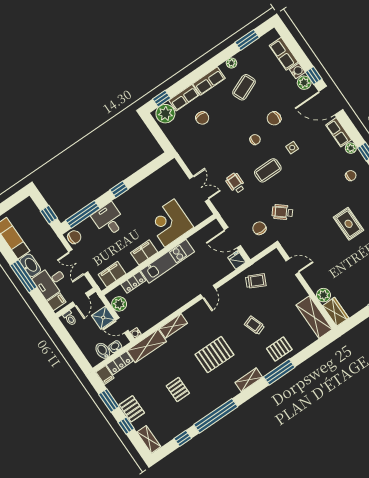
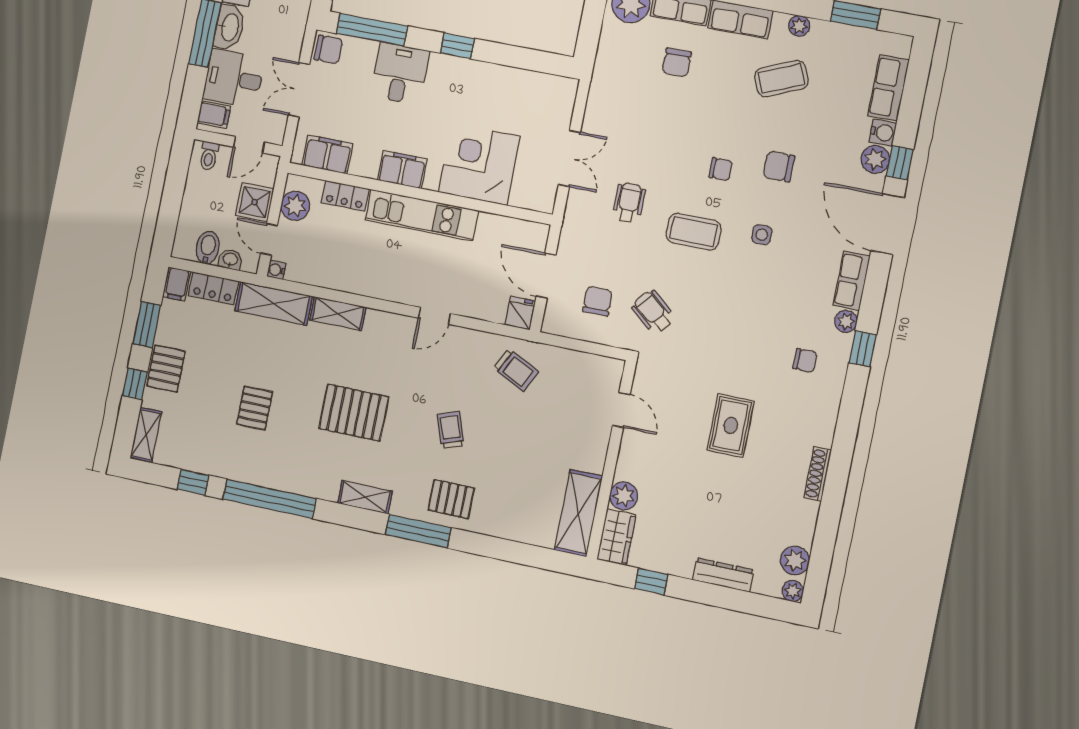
door: (292, 267) -> (621, 410), moved
wall: (307, 287) -> (611, 460), moved
plant: (323, 295) -> (624, 496), moved
wardrobe: (336, 312) -> (616, 537), moved
shelving: (314, 317) -> (578, 513), moved

